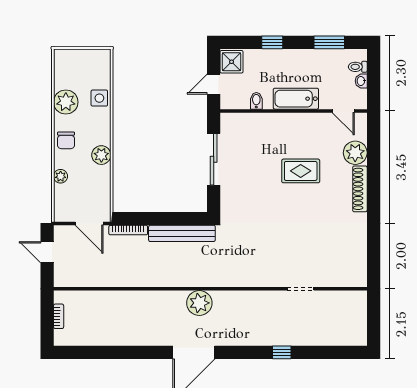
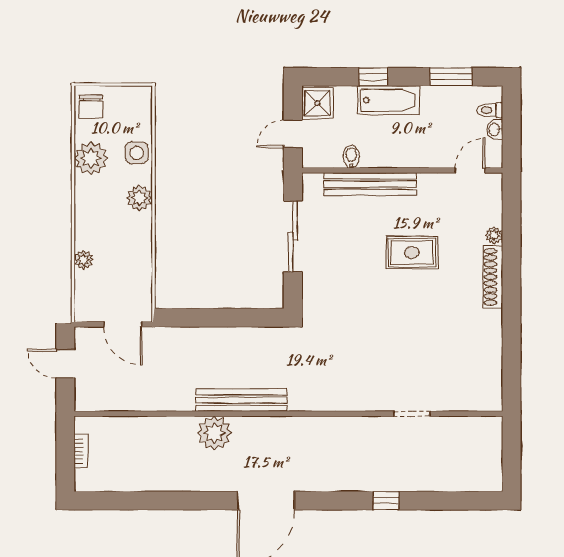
bathtub: (296, 99) -> (388, 100), moved, turned 180
door: (343, 111) -> (470, 170), swing flipped
bench: (270, 121) -> (370, 184), added
chair: (66, 140) -> (91, 107), moved
plant: (355, 153) -> (494, 235), width x0.53, depth x0.53
plant: (101, 155) -> (139, 198), moved
bookcase: (128, 230) -> (176, 333), removed
bench: (182, 233) -> (241, 400), moved
plant: (199, 303) -> (214, 433), moved

